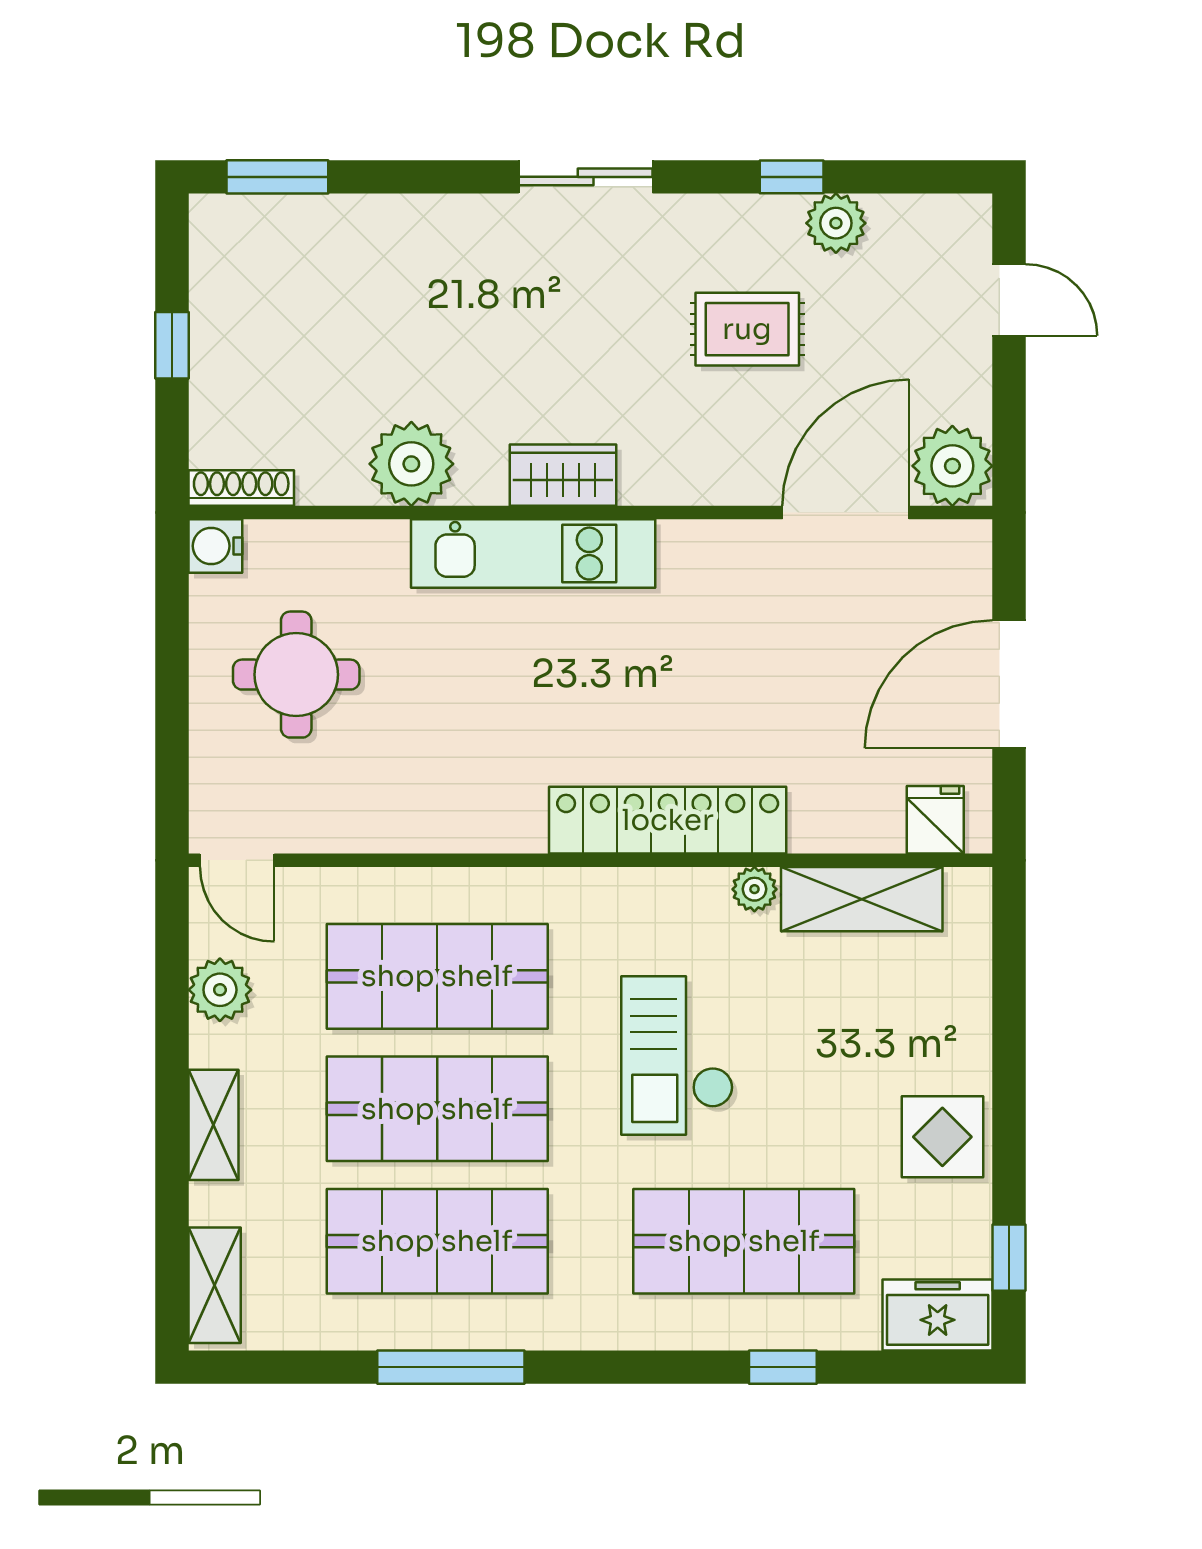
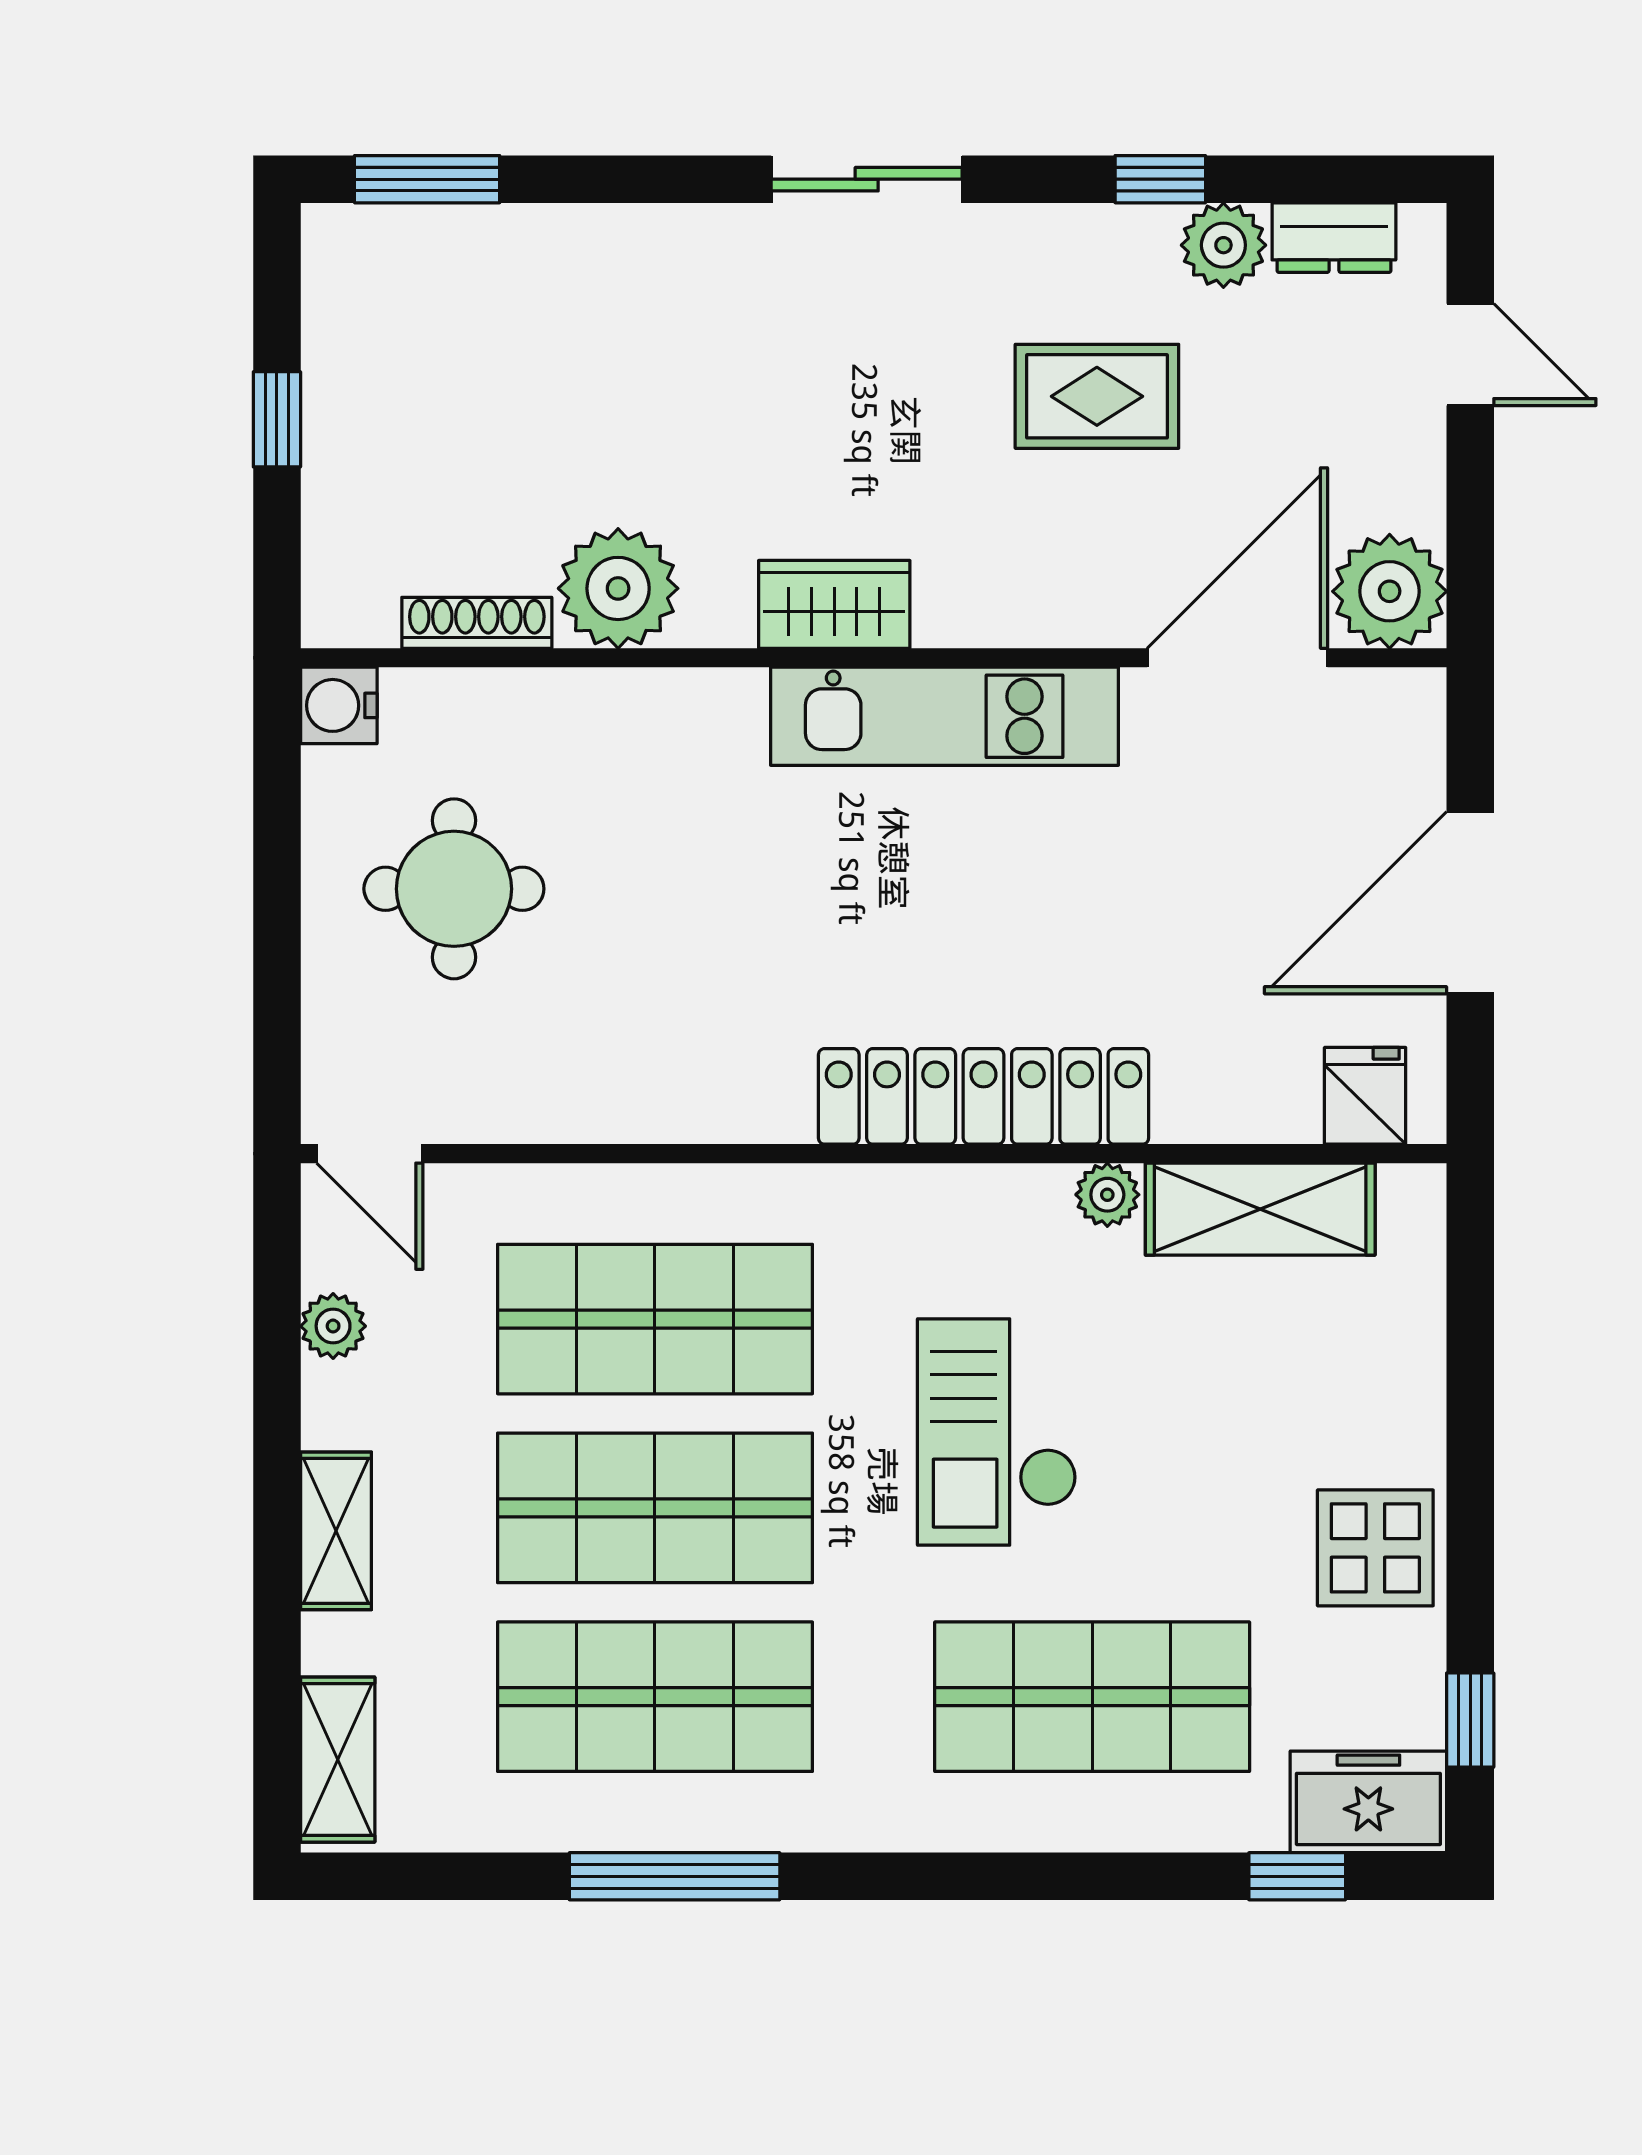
dresser: (913, 218) -> (1334, 238), added
shoe rack: (241, 488) -> (477, 623), moved
kitchen unit: (533, 554) -> (944, 716), moved
plant: (220, 990) -> (333, 1326), width x0.73, depth x0.73
window: (783, 1367) -> (1297, 1876), moved

